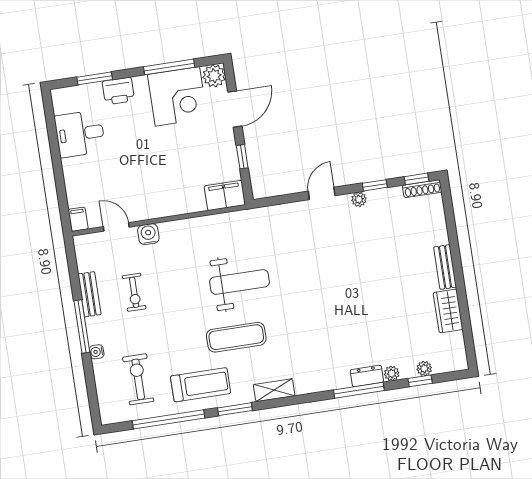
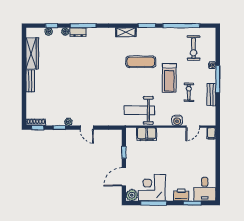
desk: (80, 134) -> (205, 189), moved, turned 90
door: (322, 193) -> (87, 128), hinge flipped
filing cabinet: (225, 195) -> (147, 134), moved
door: (116, 227) -> (193, 127), hinge flipped
weight bench: (240, 282) -> (139, 110), moved
wardrobe: (448, 311) -> (32, 53), width x1.50
treadmill: (201, 385) -> (169, 78), moved, turned -90

